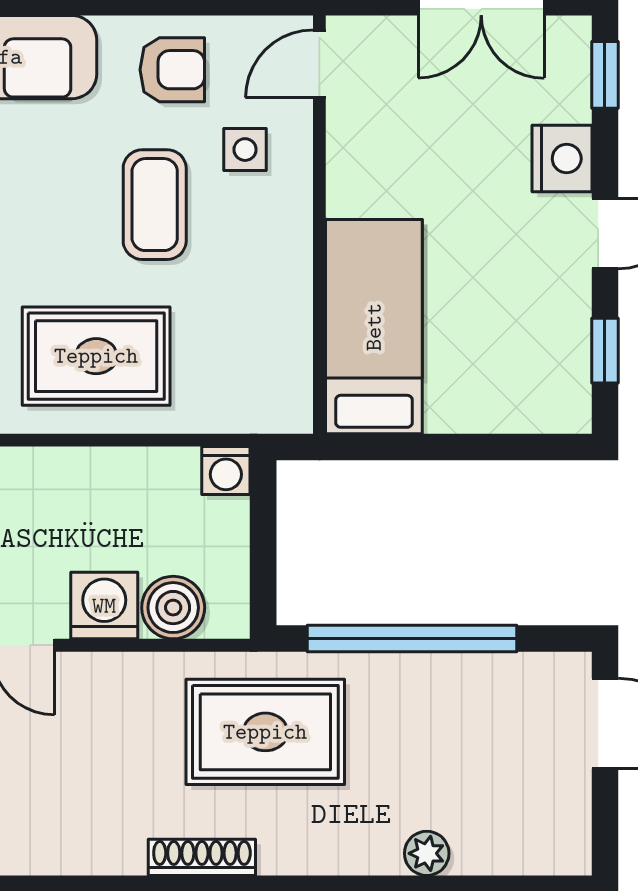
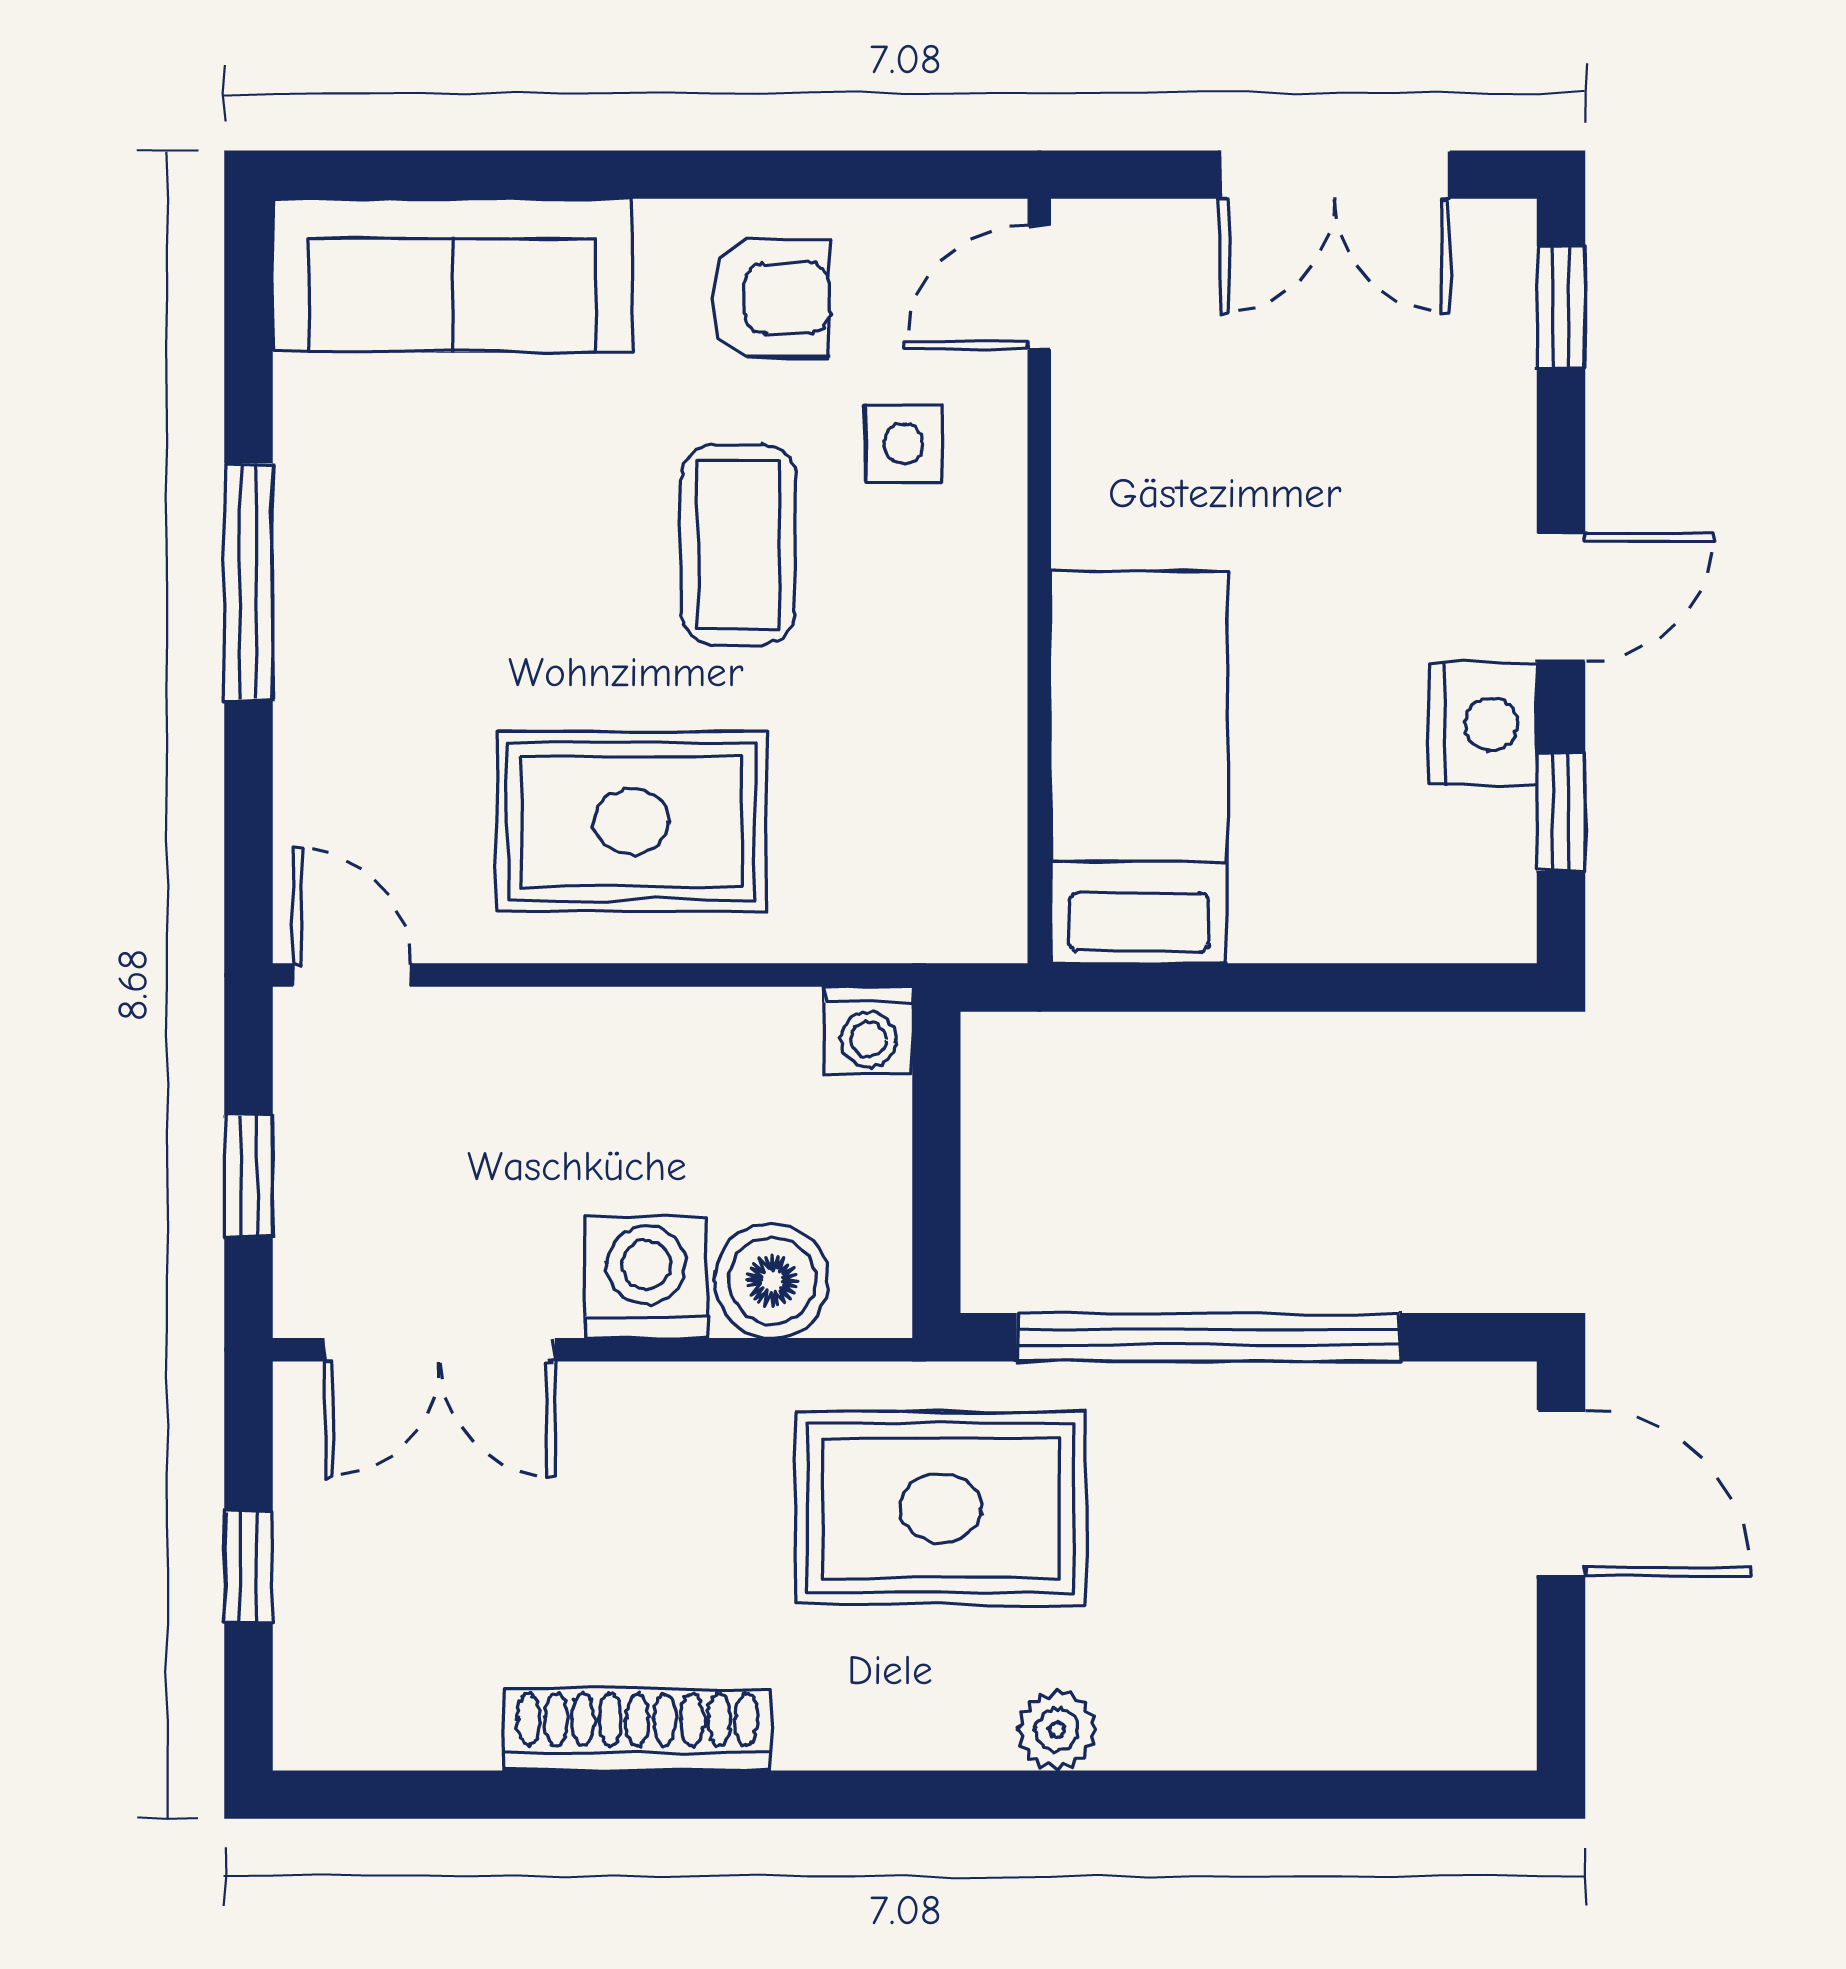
nightstand: (562, 159) -> (1482, 724), moved
plant: (427, 853) -> (1057, 1730), moved
shoe rack: (202, 857) -> (638, 1729), moved, width x1.36, depth x1.24

